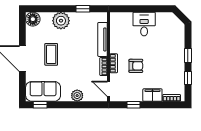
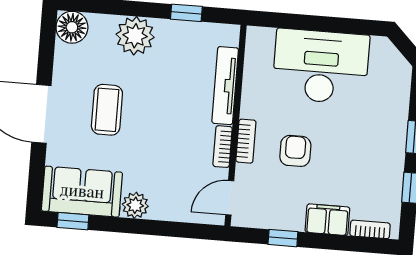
desk: (144, 24) -> (321, 66), width x1.87, depth x1.30
armchair: (136, 66) -> (295, 151), turned -90
door: (109, 89) -> (230, 198), hinge flipped
plant: (77, 96) -> (135, 205), moved

